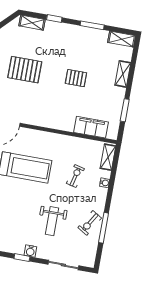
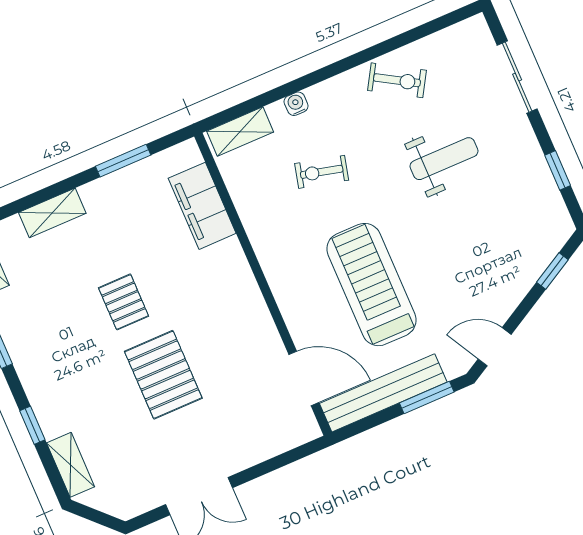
pallet: (25, 70) -> (163, 375), moved
window: (104, 228) -> (388, 46), removed
water cooler: (30, 251) -> (533, 162), removed

